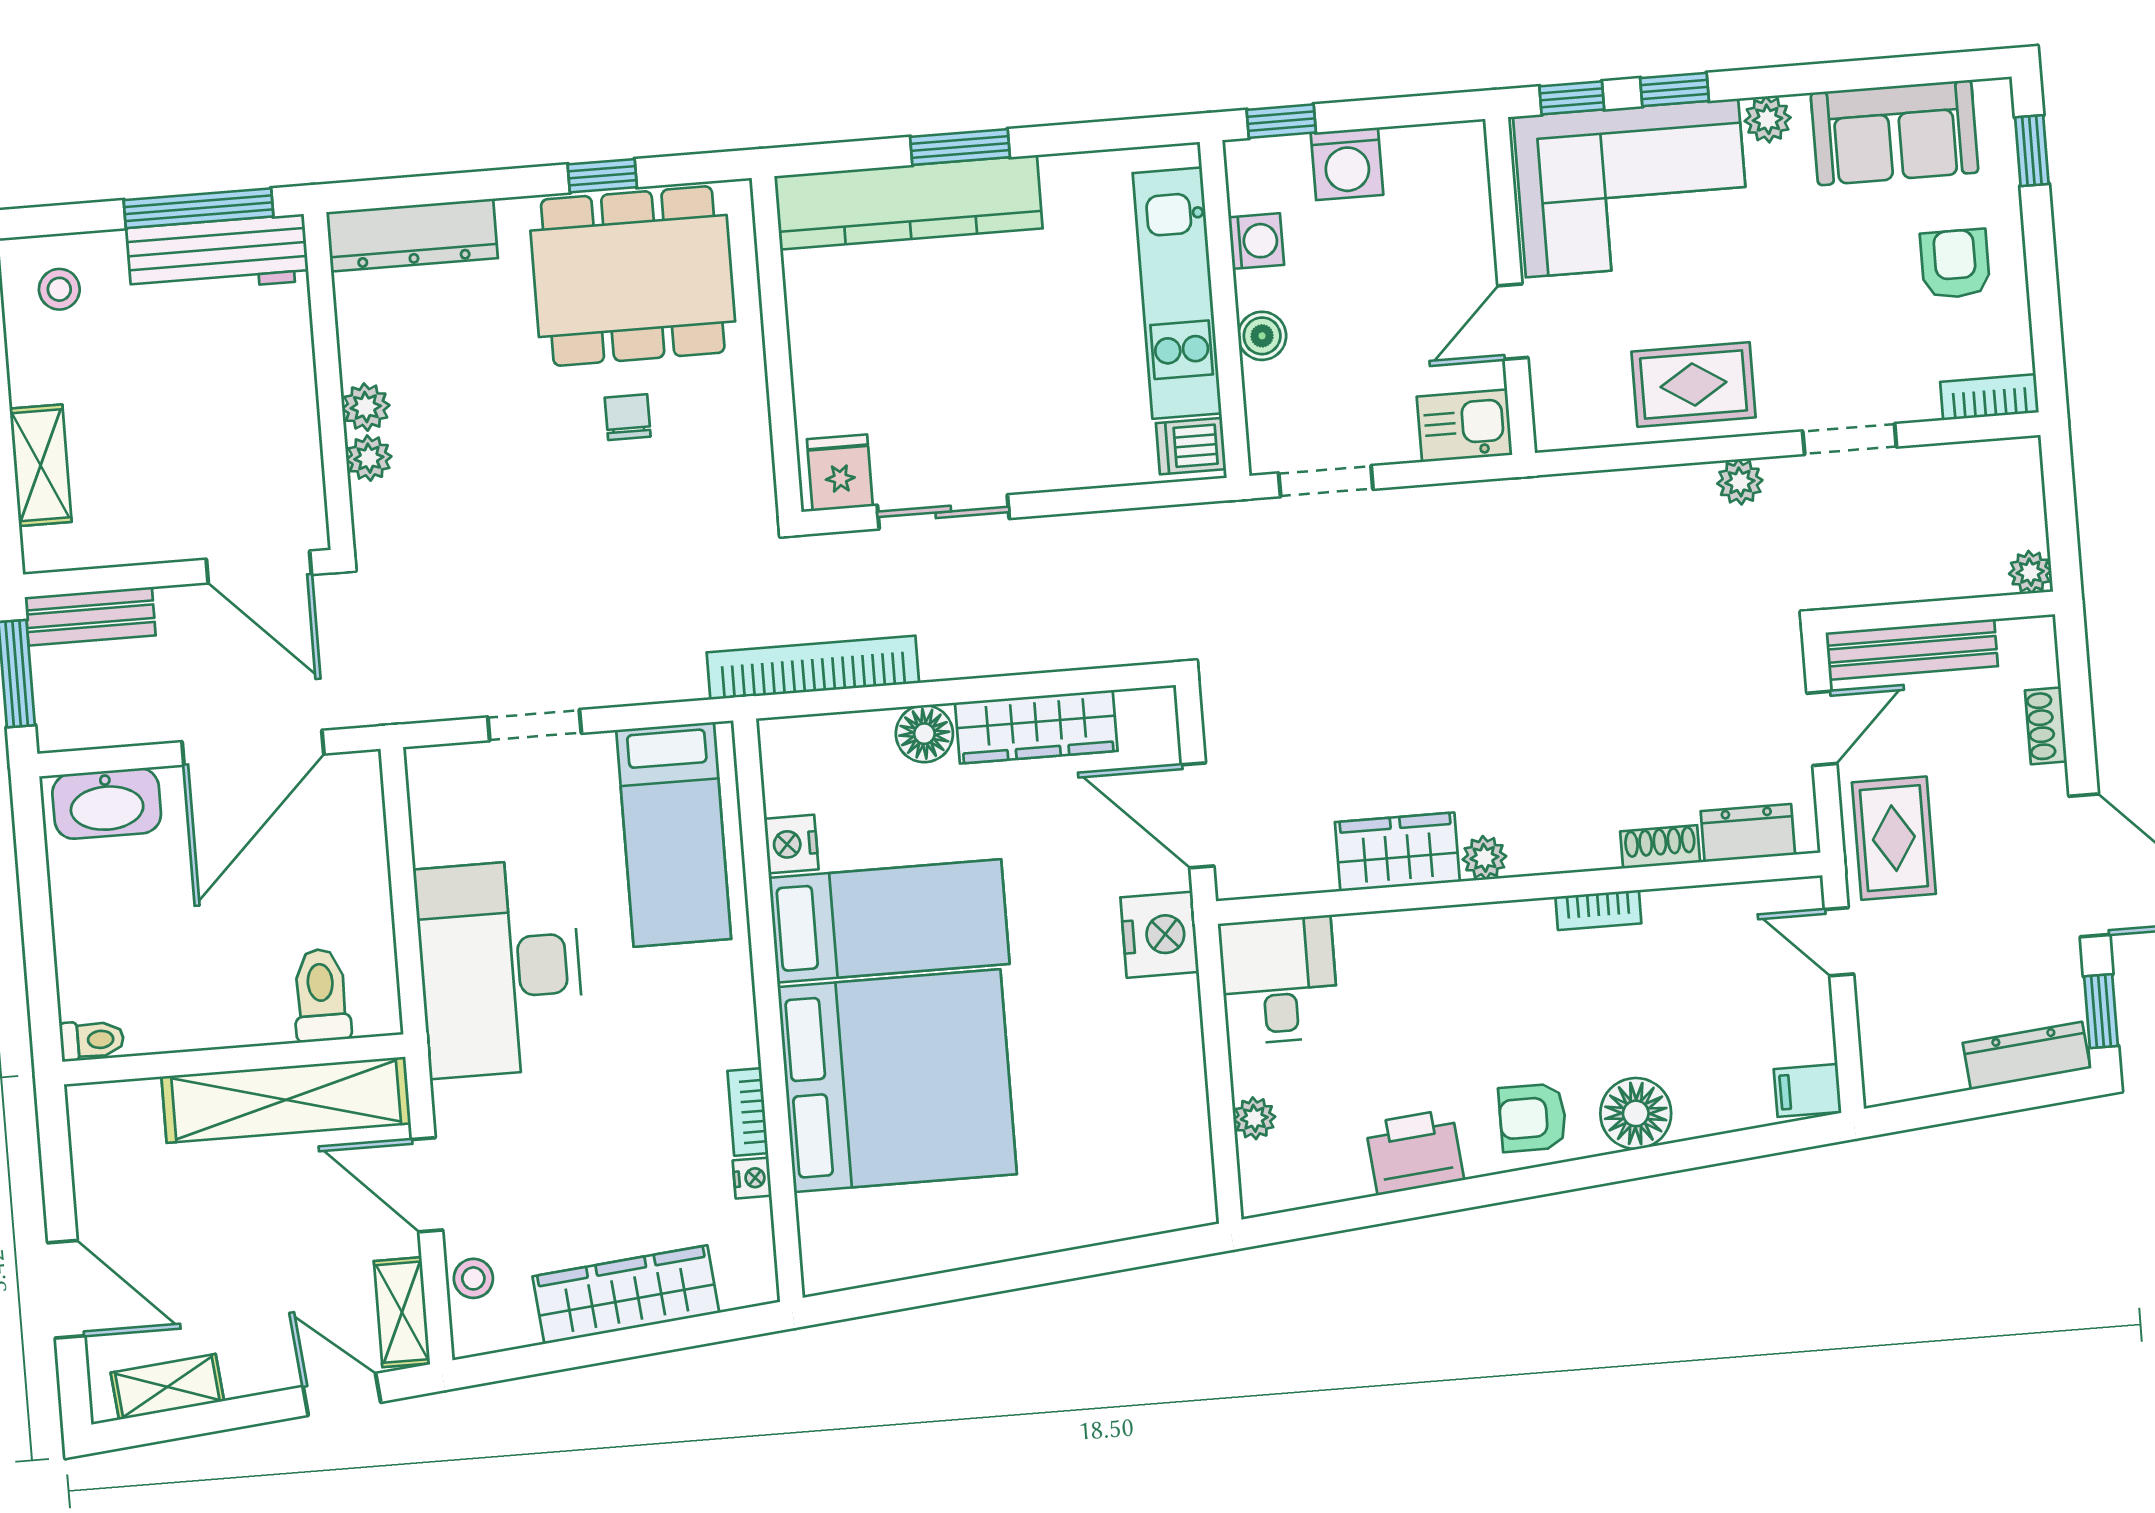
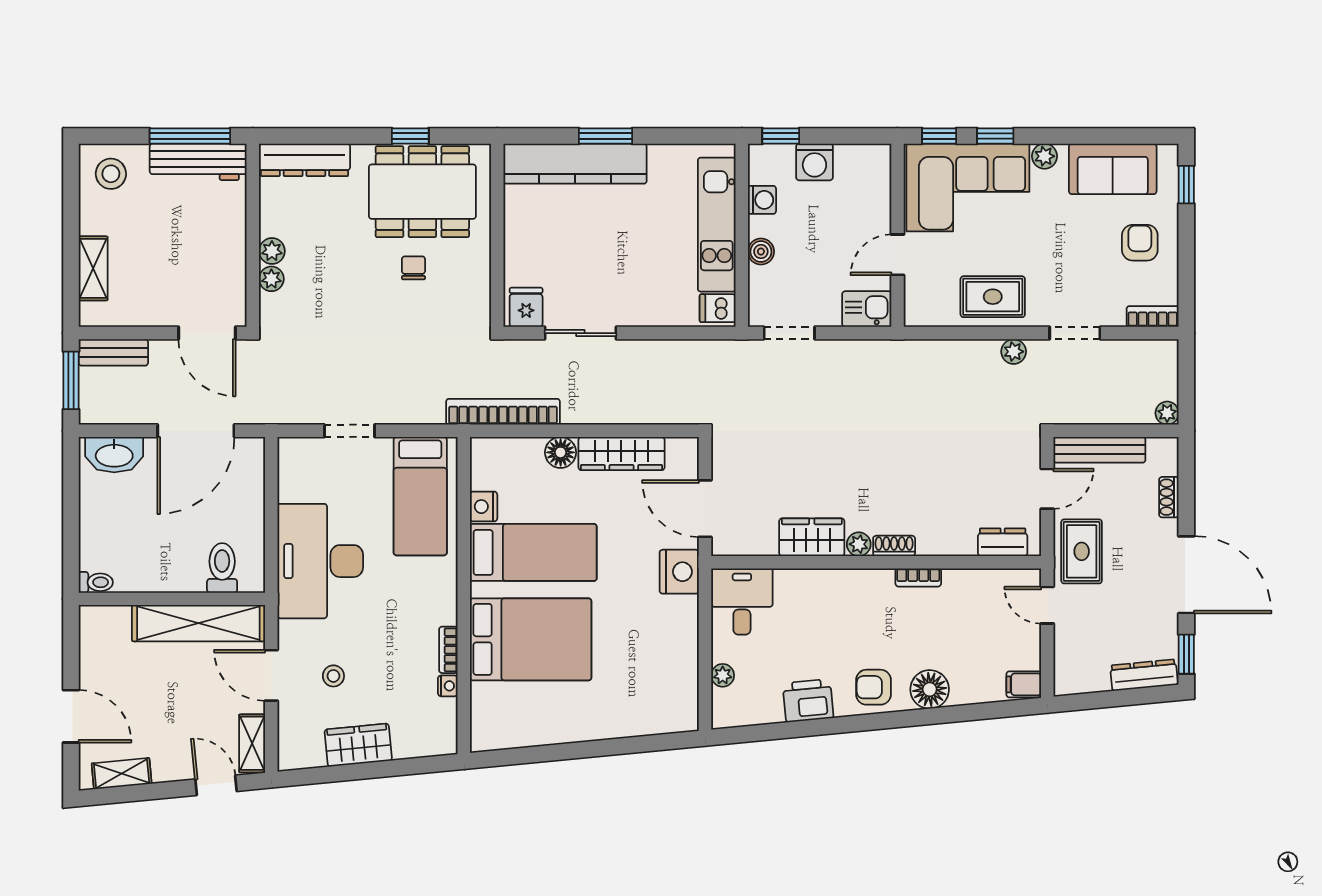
stool: (59, 289) -> (111, 174), width x1.37, depth x1.37
shoe rack: (1660, 847) -> (894, 546), moved
bed: (897, 1081) -> (531, 639), width x0.73
stool: (473, 1278) -> (333, 676), moved
wardrobe: (626, 1295) -> (358, 745), width x0.67

